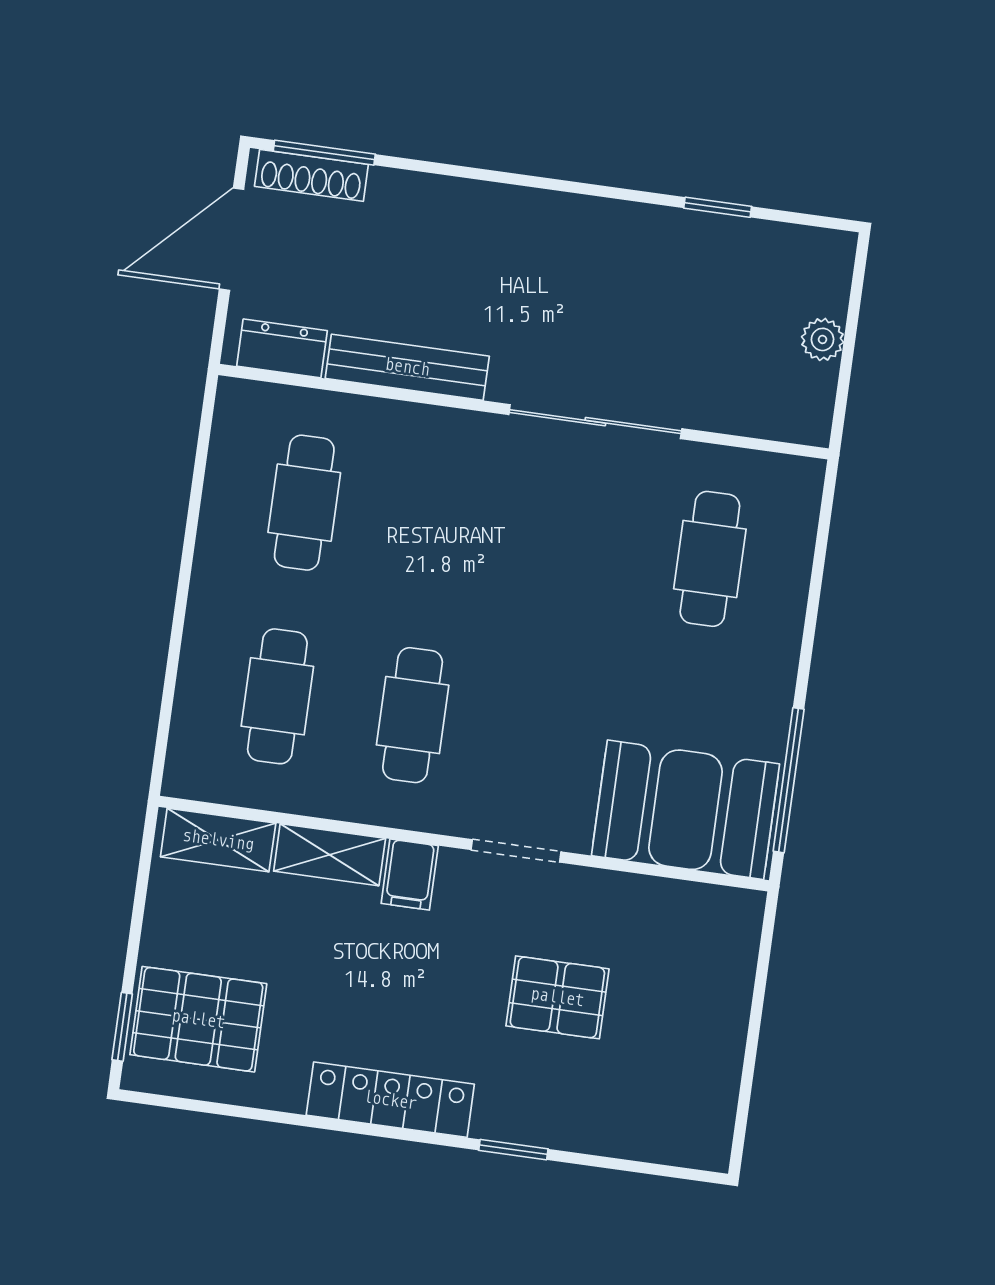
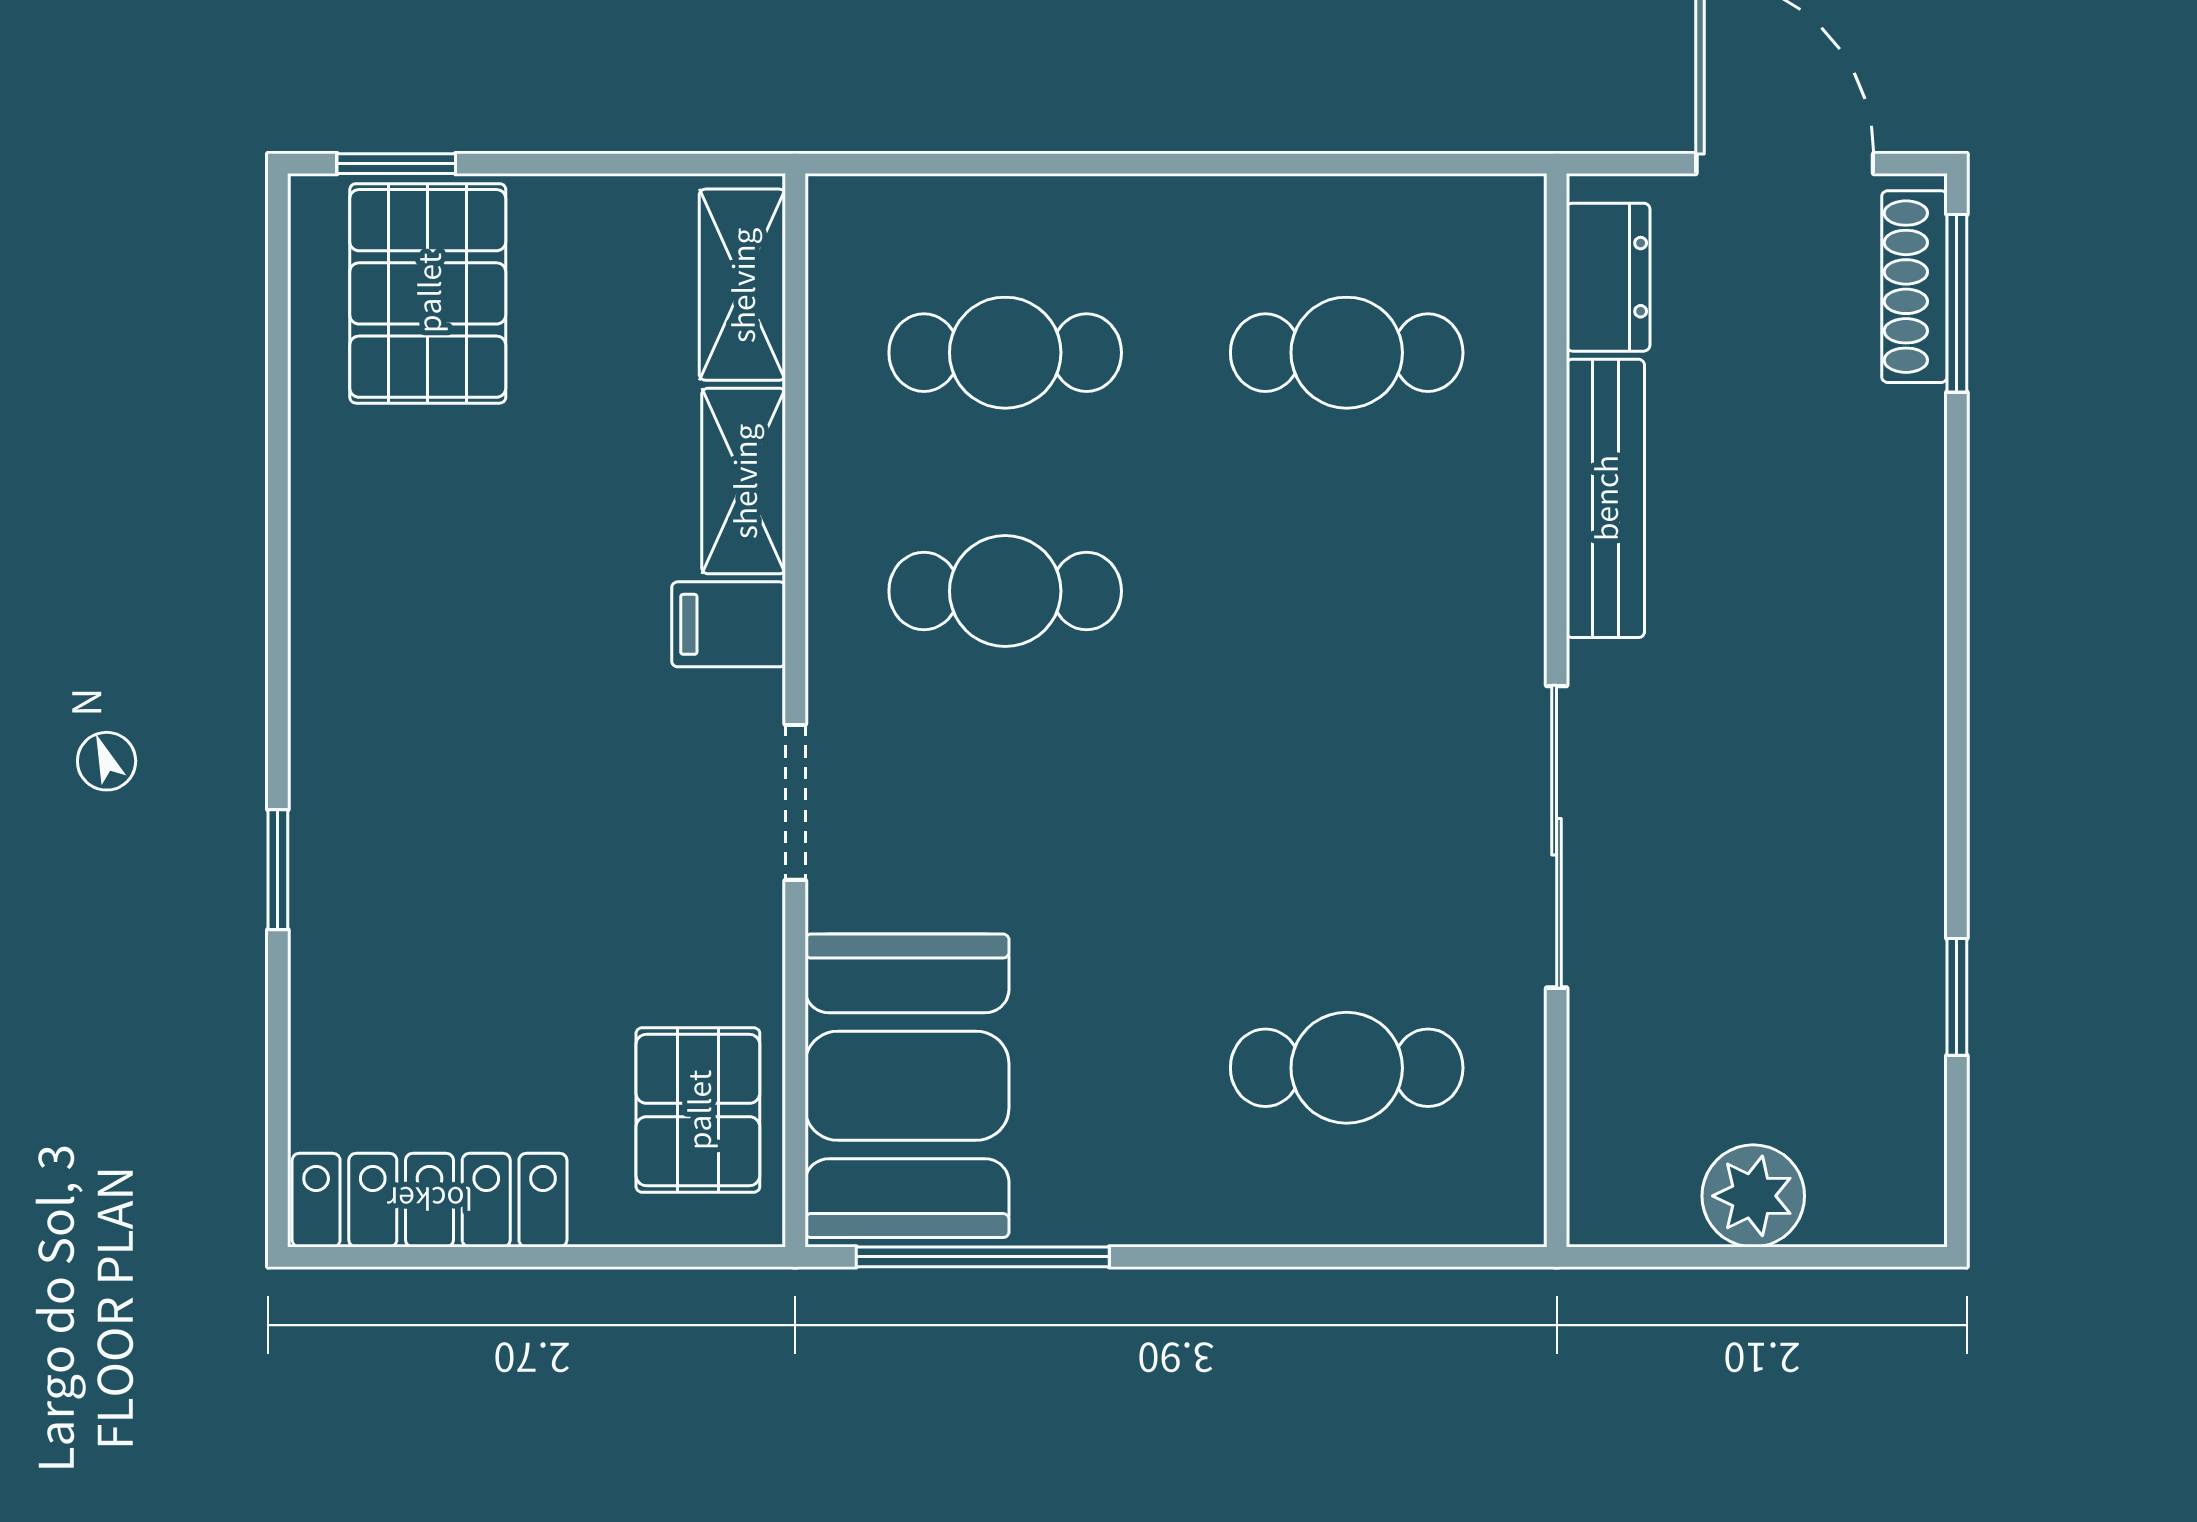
plant: (822, 339) -> (1753, 1196), width x1.38, depth x1.38
pallet: (557, 997) -> (698, 1110), moved
locker: (390, 1100) -> (430, 1200), moved, turned -90

